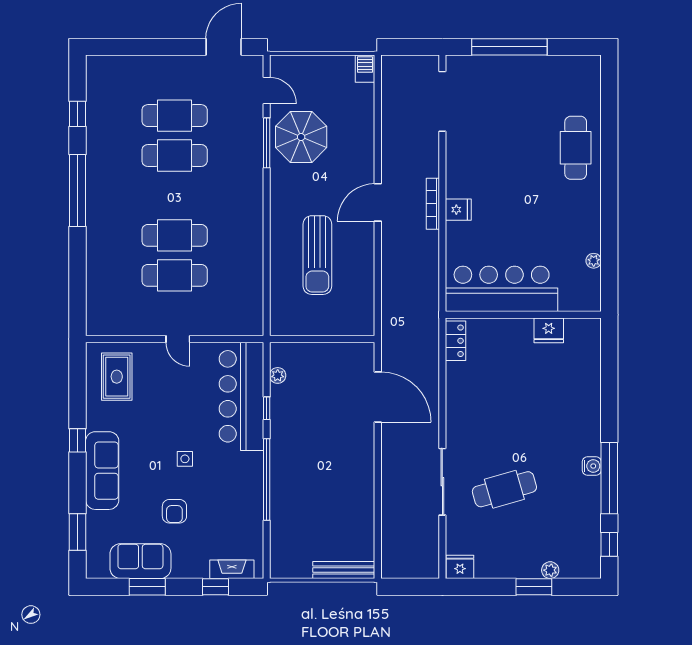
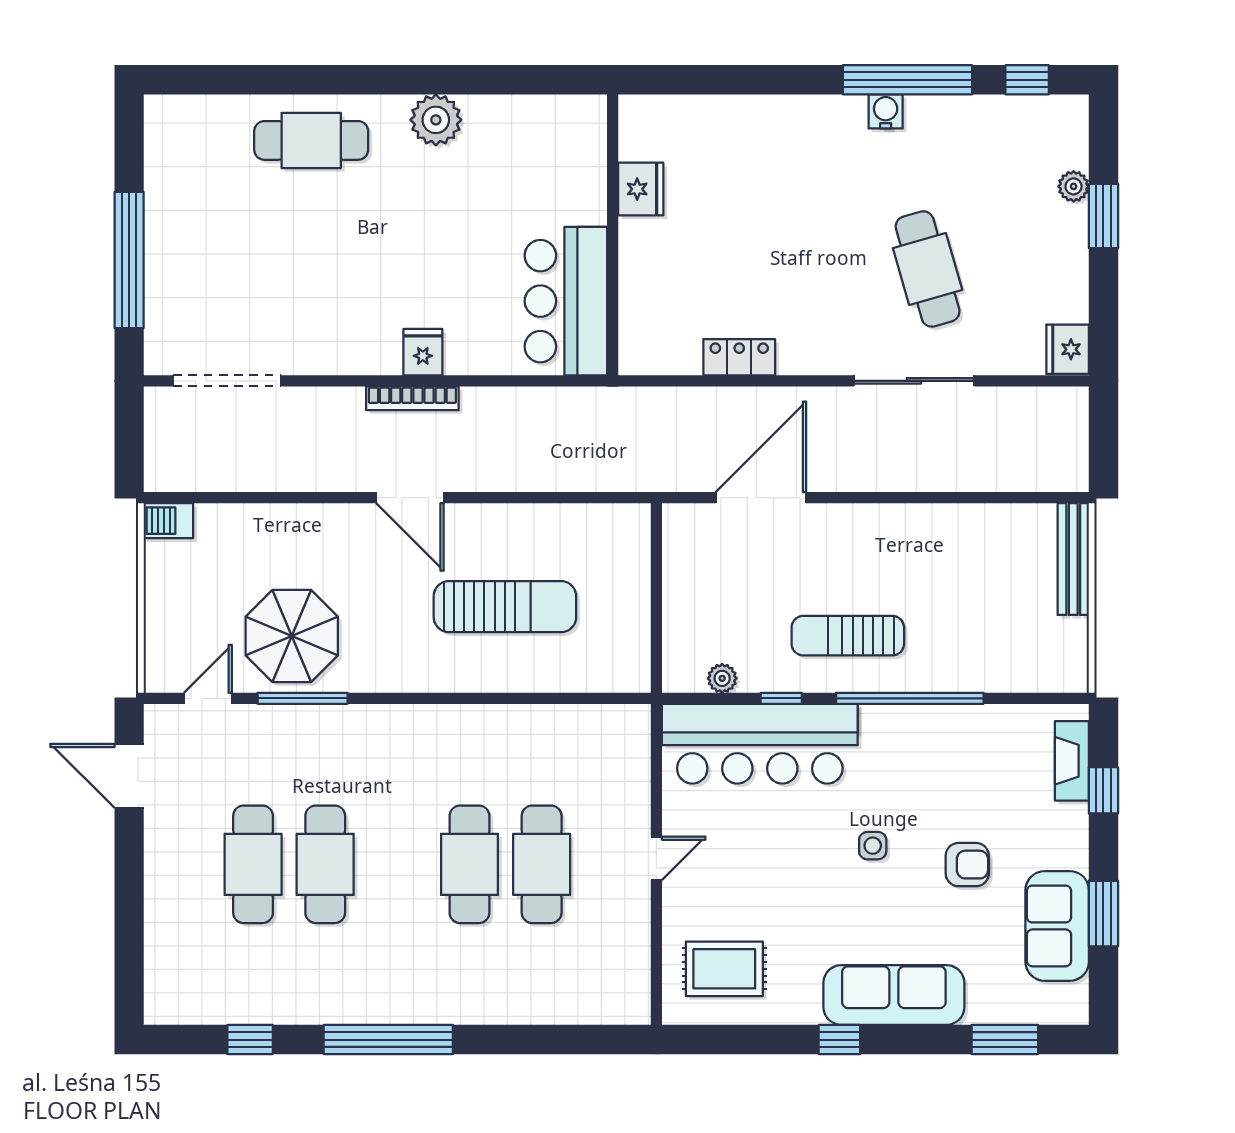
plant: (594, 261) -> (436, 120), moved, width x1.88, depth x1.88
bar counter: (502, 289) -> (566, 301), width x0.73
locker: (456, 341) -> (739, 357), moved
sun lounger: (301, 445) -> (848, 636), added

